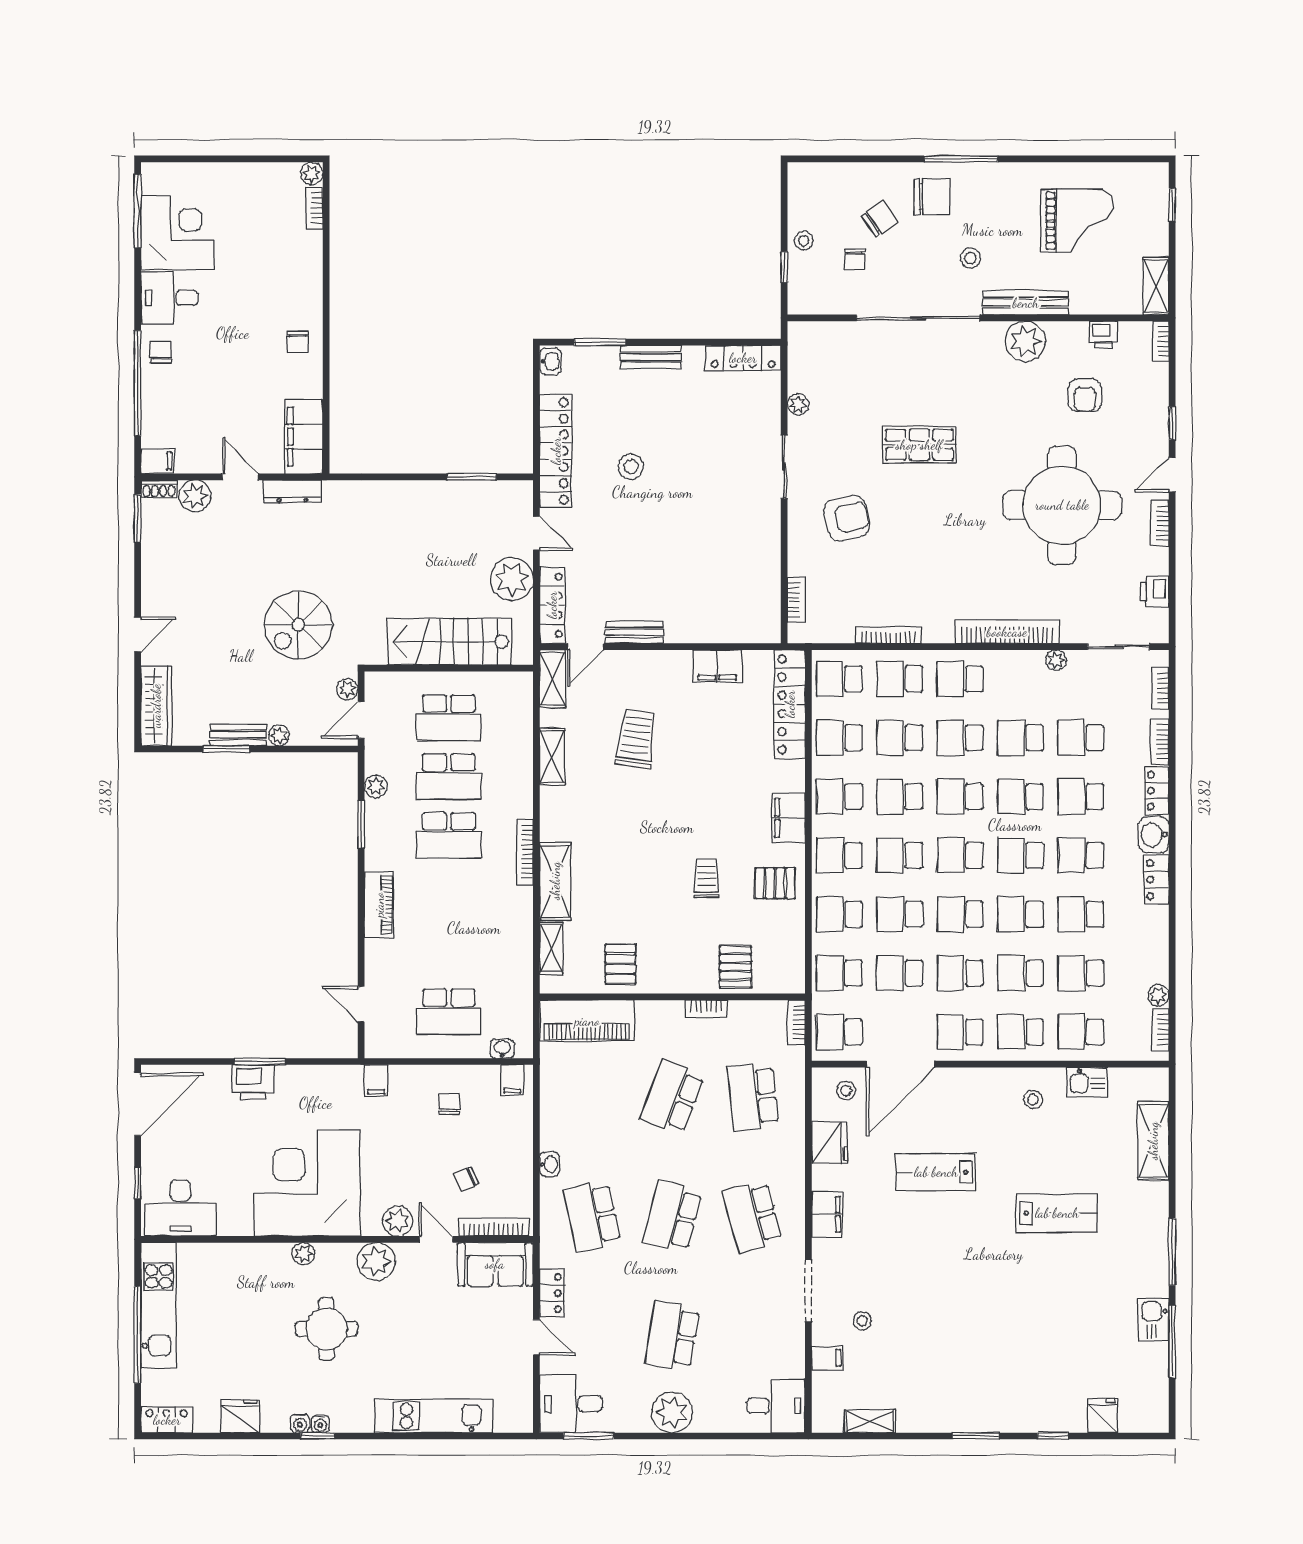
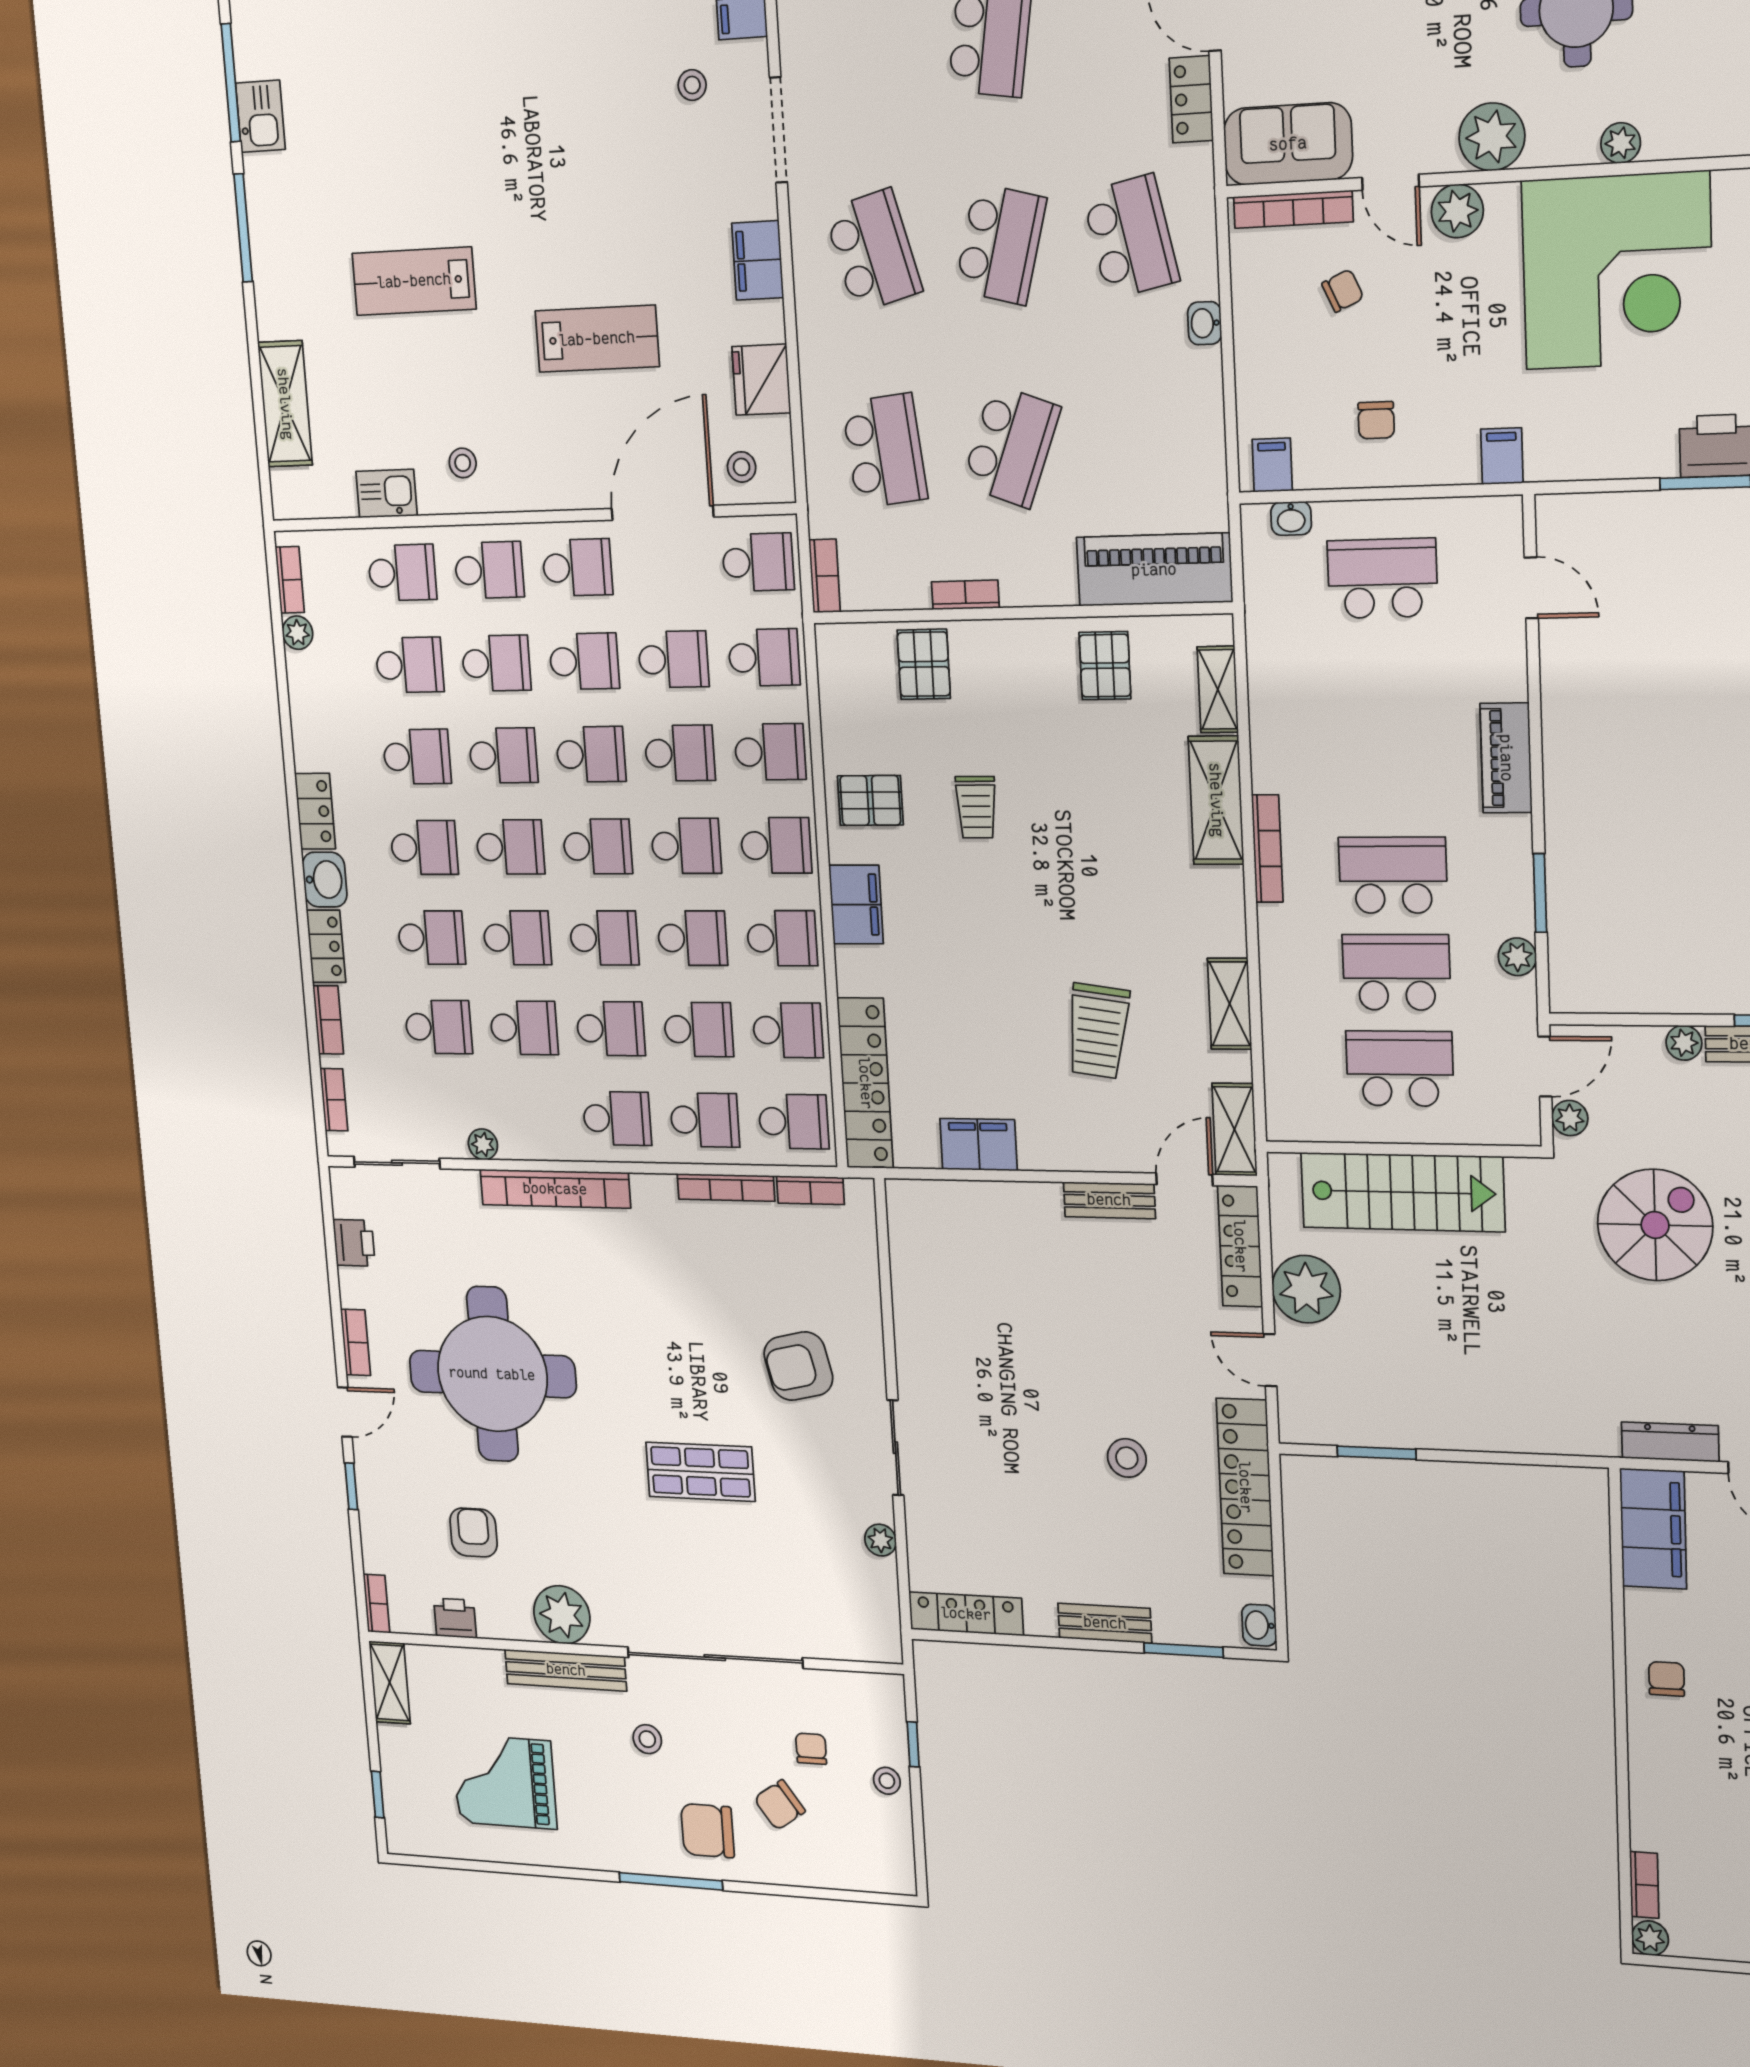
bookcase: (796, 600) -> (810, 1190), moved, turned -90

